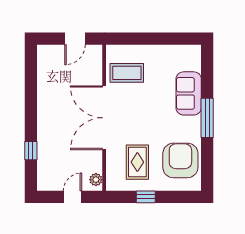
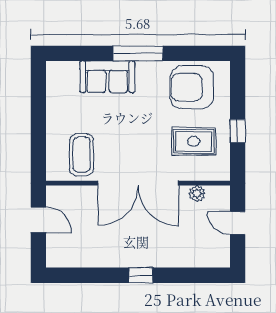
window: (31, 151) -> (141, 275), moved
plant: (96, 180) -> (197, 194), moved

